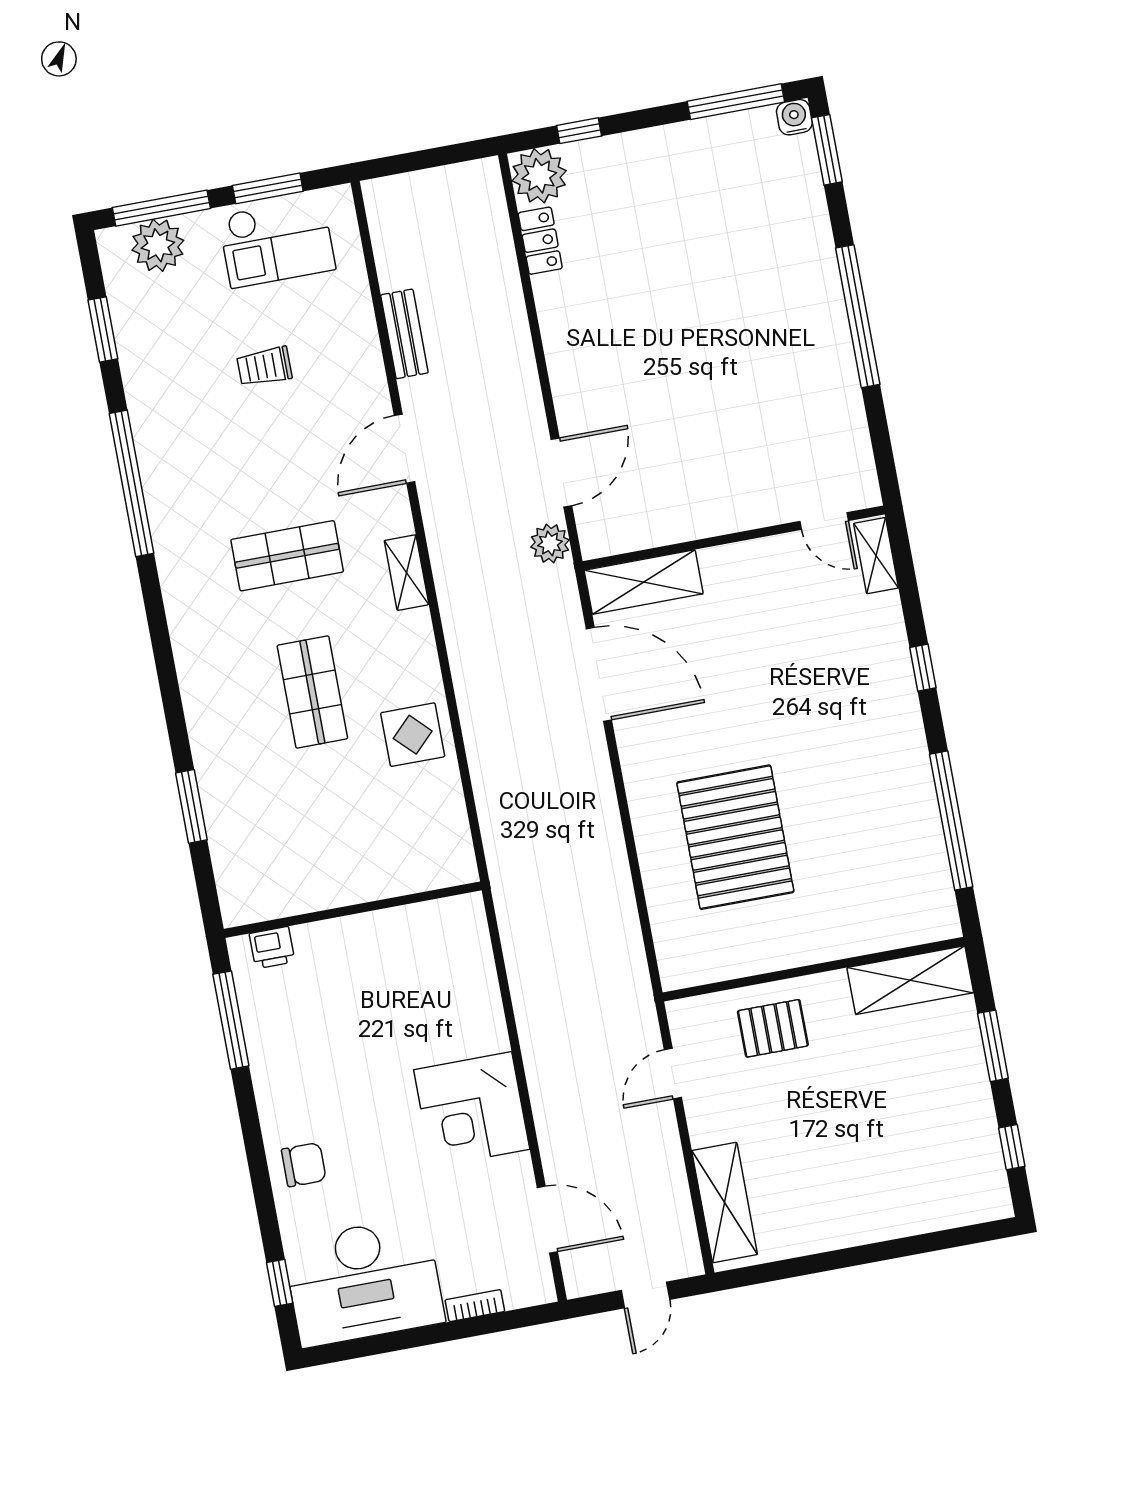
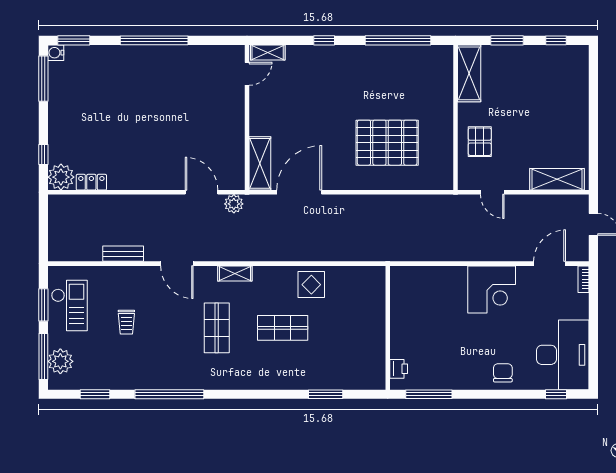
bookcase: (475, 1306) -> (584, 279), moved

